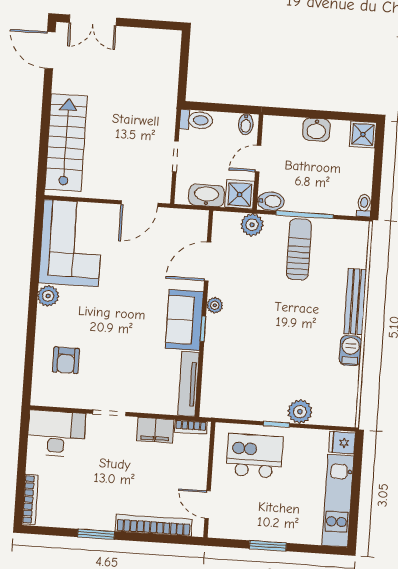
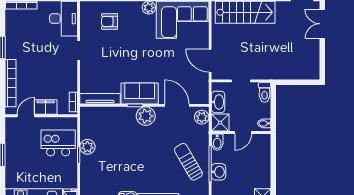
washbasin: (316, 130) -> (218, 172), moved, turned 180
door: (258, 158) -> (243, 133), swing flipped
plant: (252, 225) -> (202, 117), moved
sun lounger: (299, 249) -> (188, 162), turned -120
plant: (215, 305) -> (146, 116), width x1.87, depth x1.87
plant: (300, 412) -> (87, 147), moved
filing cabinet: (155, 430) -> (46, 107), moved, turned 90
kitchen island: (255, 456) -> (58, 143), turned -90

